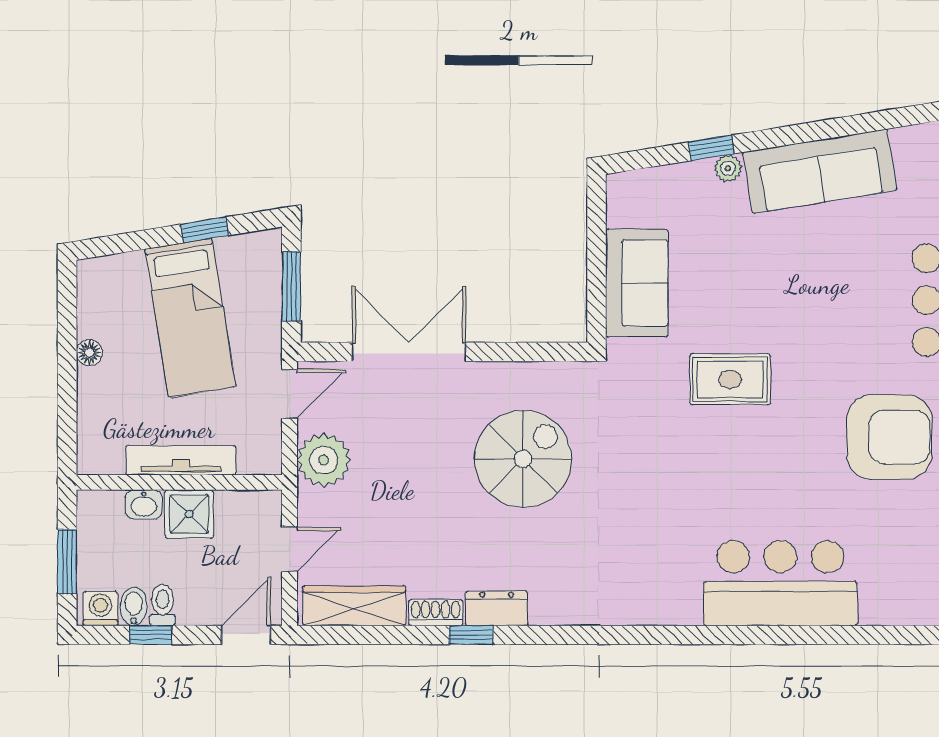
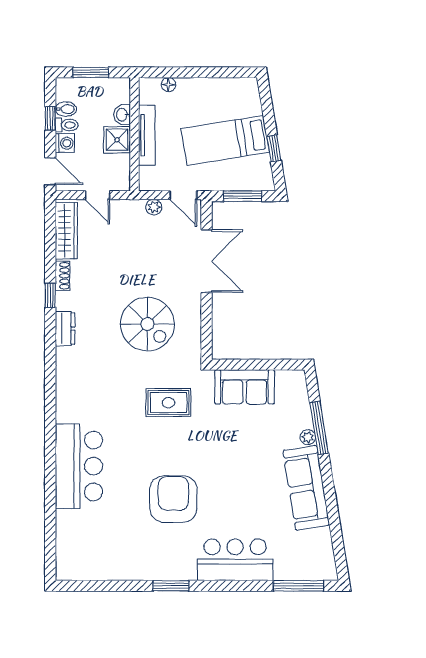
window: (711, 148) -> (319, 428), width x2.17
floor lamp: (89, 353) -> (168, 85), moved
rug: (730, 379) -> (168, 403), moved, turned 90
armchair: (889, 437) -> (173, 499), moved, turned 180
plant: (324, 460) -> (154, 207), width x0.53, depth x0.53
dresser: (497, 608) -> (65, 329), moved
washing machine: (100, 609) -> (65, 143), moved

